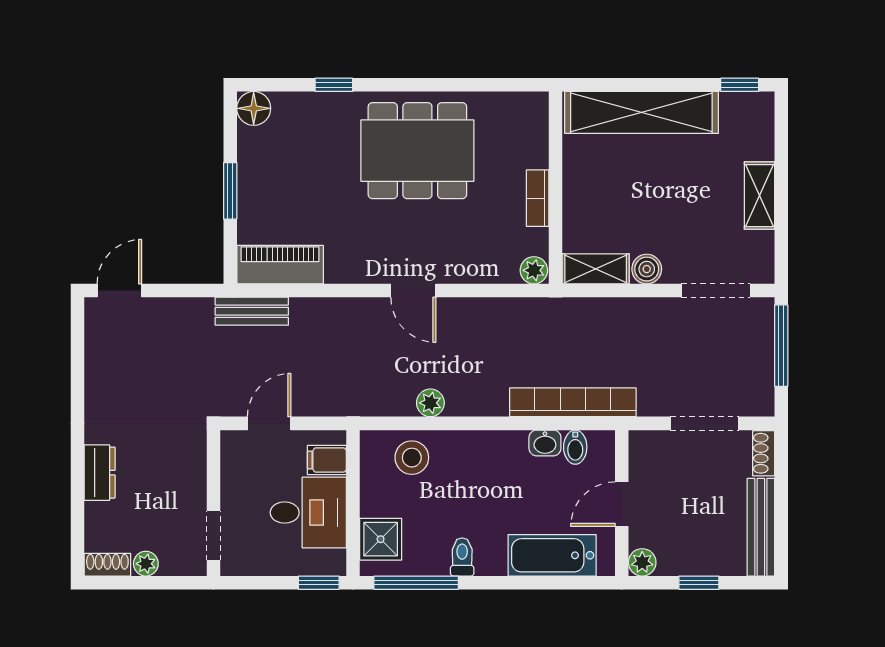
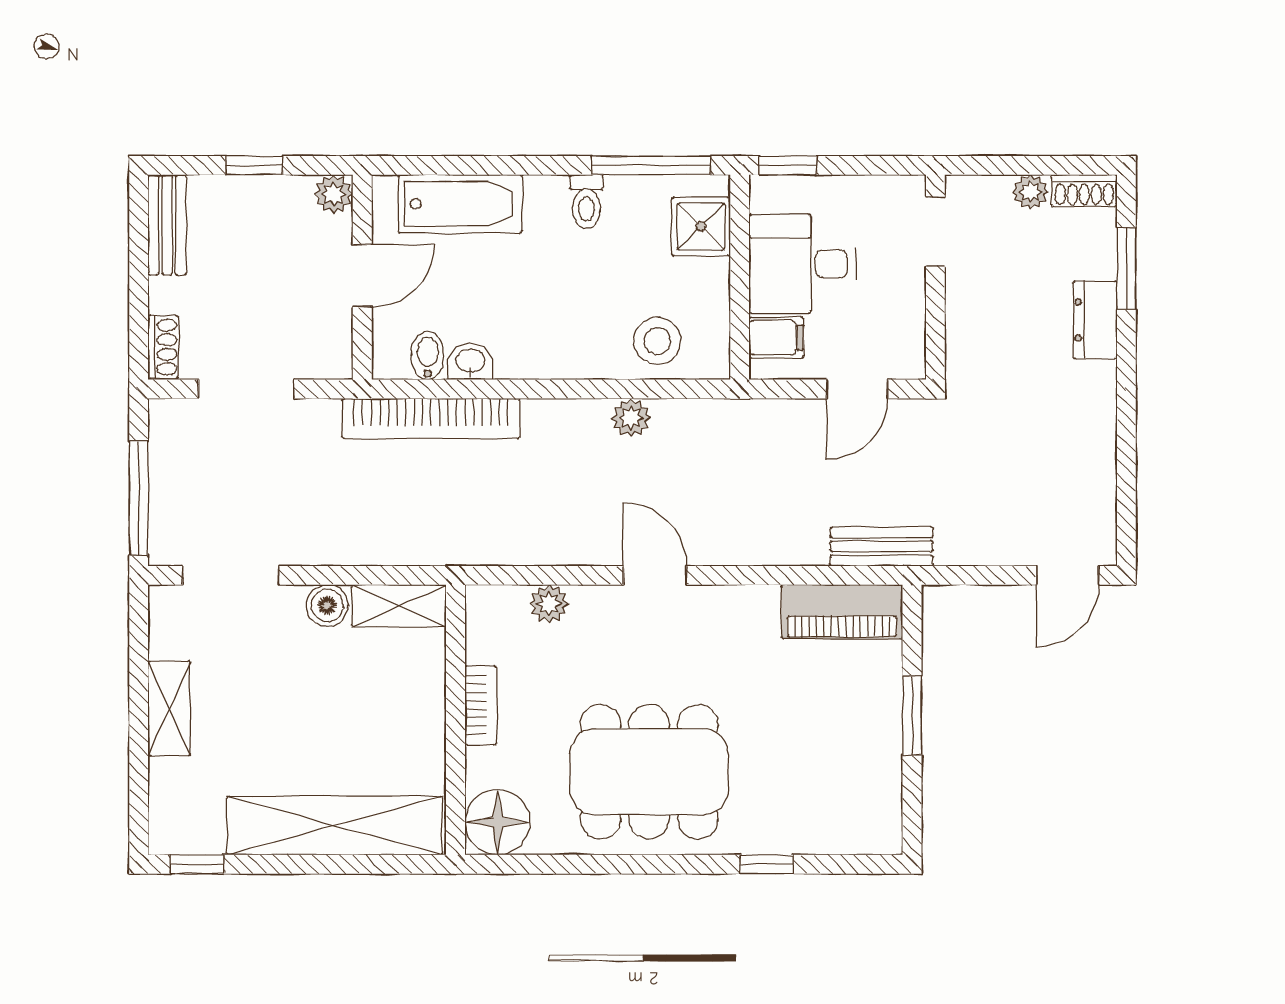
floor lamp: (254, 108) -> (497, 822), moved, width x1.38, depth x1.38
plant: (534, 270) -> (549, 604), moved
window: (77, 509) -> (1126, 268), added
bench: (761, 527) -> (167, 225), width x0.73

